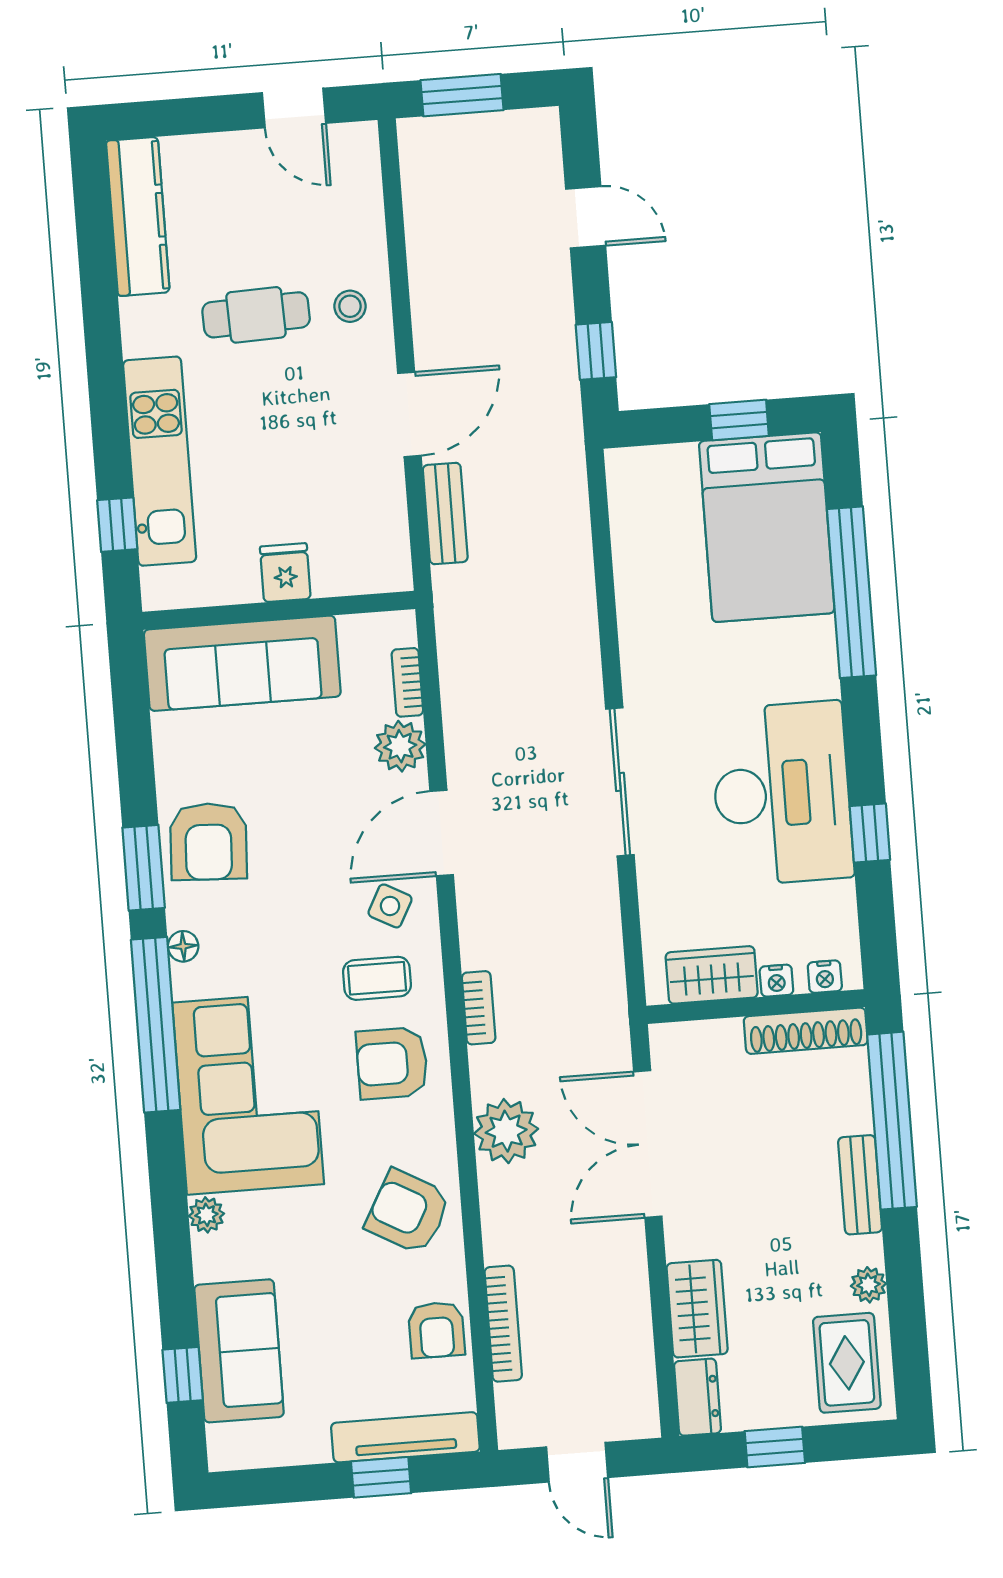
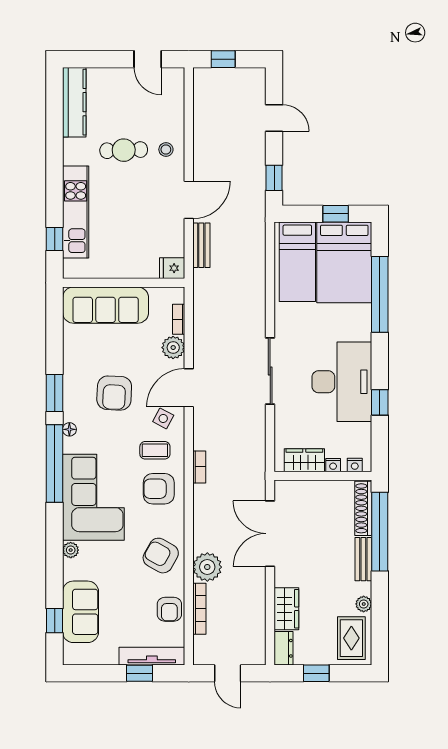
window: (462, 95) -> (223, 59), width x0.67
bed: (662, 534) -> (297, 262), added
fridge: (285, 573) -> (172, 268), moved, turned -90
armchair: (208, 842) -> (114, 393), moved
shoe rack: (806, 1031) -> (363, 508), moved, turned 90
plant: (506, 1131) -> (207, 567), moved

